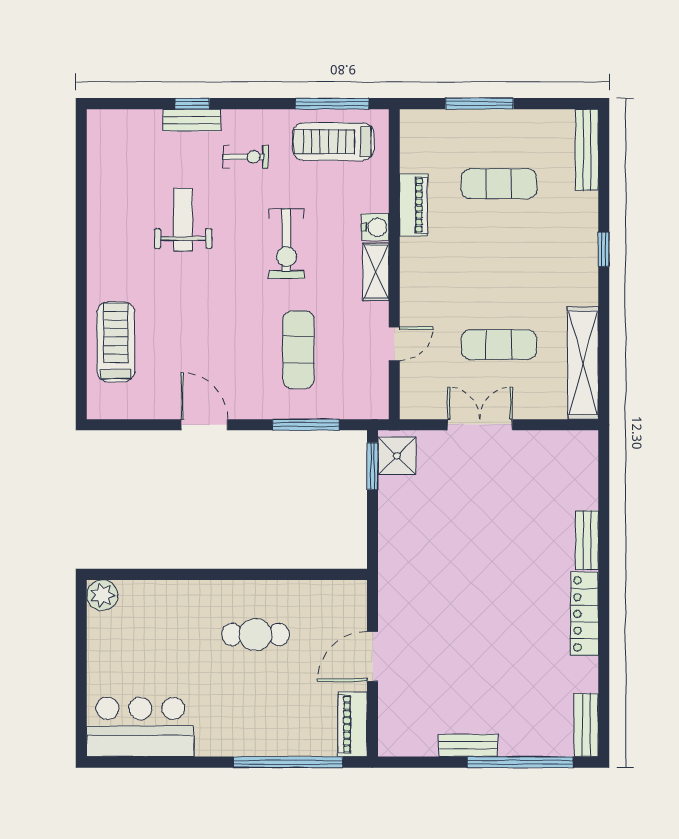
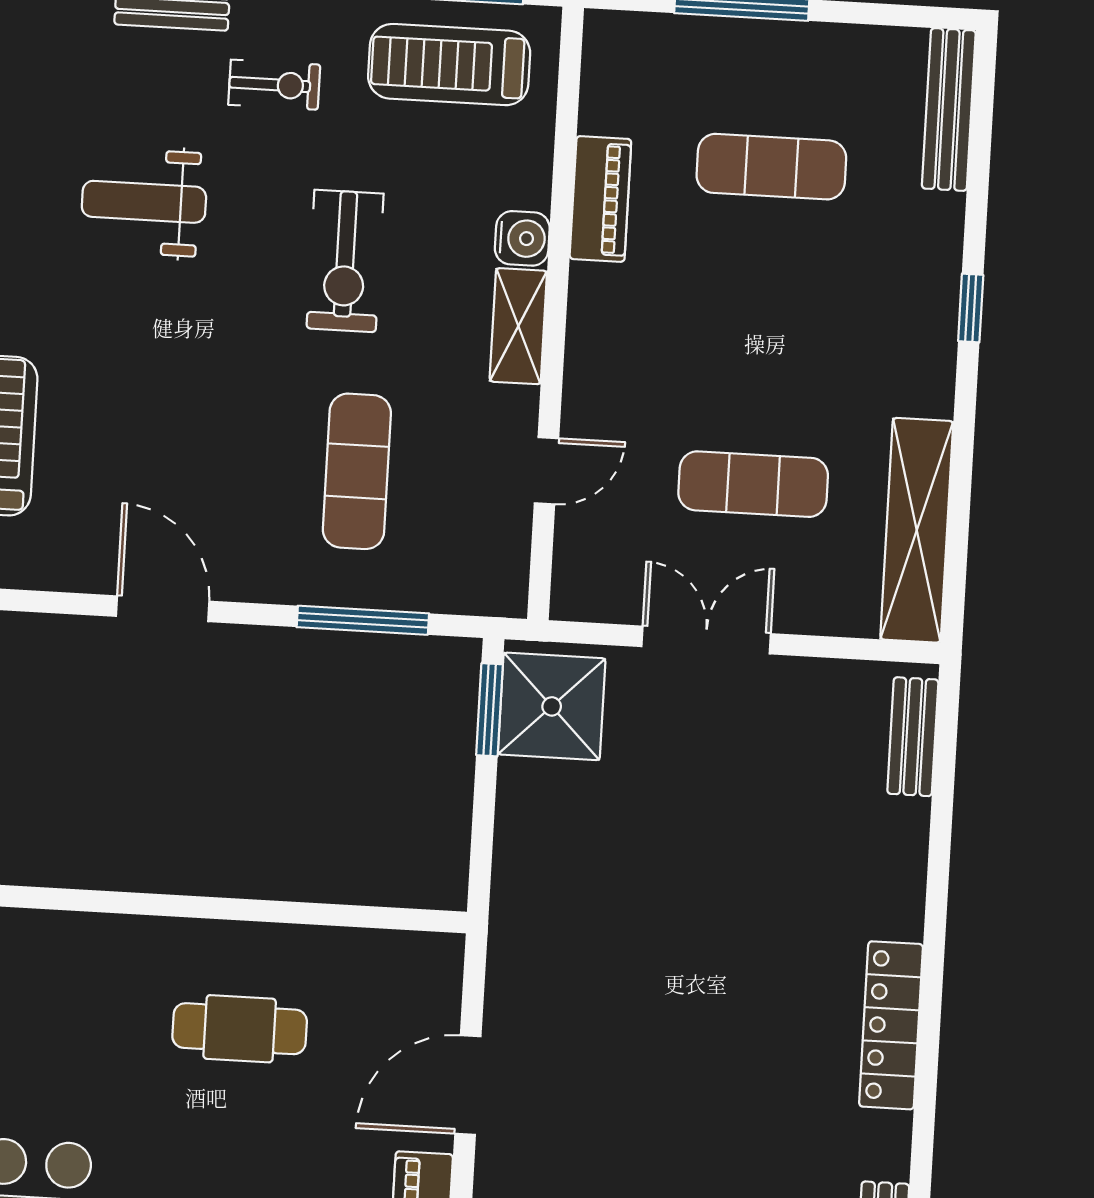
weight bench: (183, 220) -> (144, 202), turned -90
shower: (397, 456) -> (552, 706), width x1.36, depth x1.36
bench: (587, 540) -> (913, 737), moved

